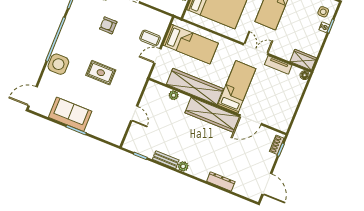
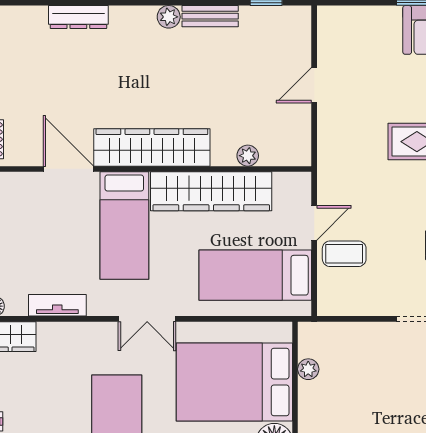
double door: (256, 49) -> (147, 319), moved
door: (134, 113) -> (314, 85), hinge flipped
door: (251, 120) -> (68, 169), hinge flipped

